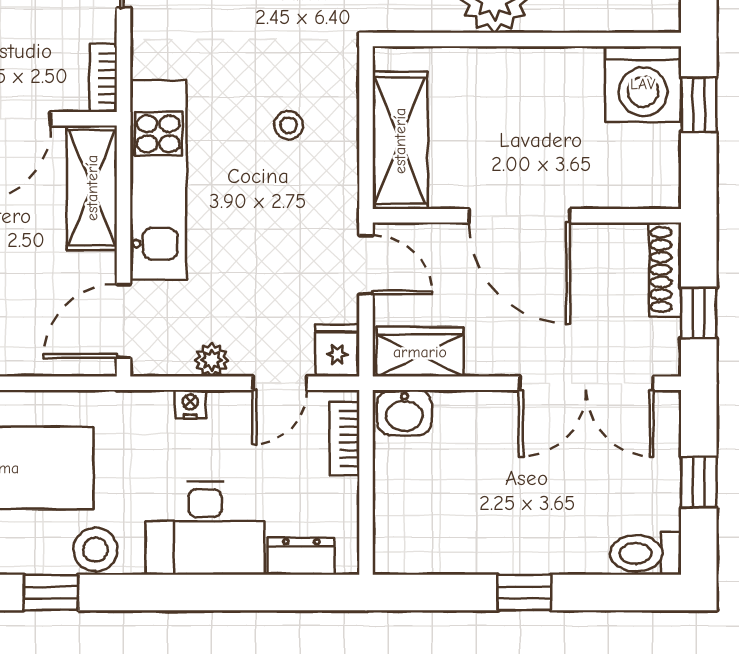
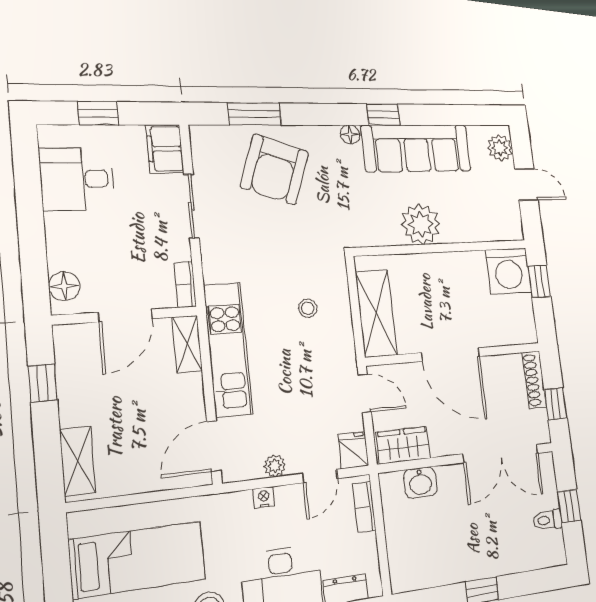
shelving: (92, 188) -> (187, 344), width x0.67, depth x0.75
washbasin: (404, 413) -> (420, 483), moved
toilet: (645, 553) -> (548, 520), moved, width x0.73, depth x0.72

